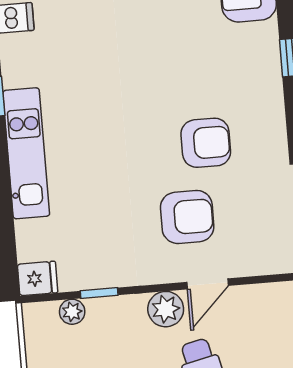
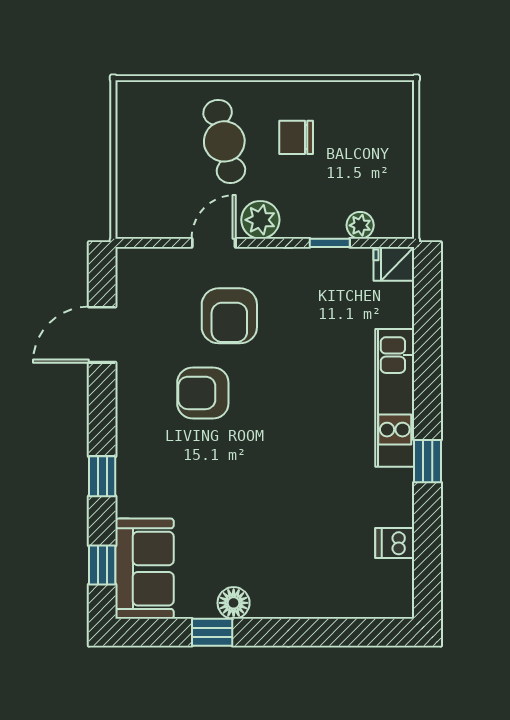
armchair: (187, 217) -> (229, 316), turned -90

